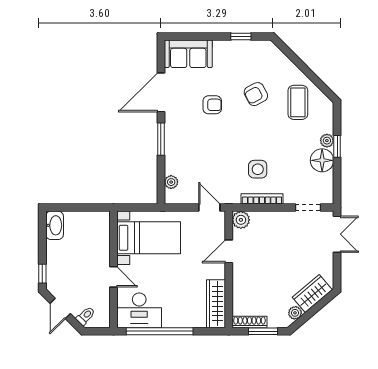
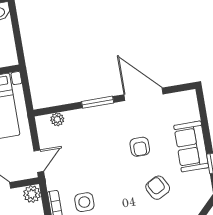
sofa: (188, 54) -> (191, 146), moved

